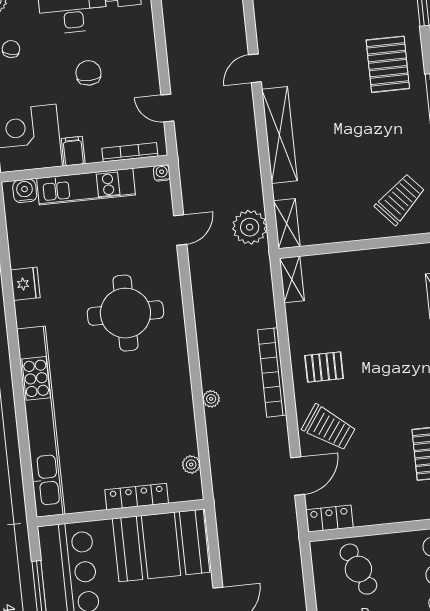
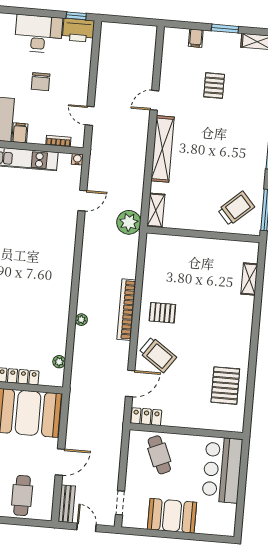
pallet: (388, 64) -> (214, 86), moved, width x0.67, depth x0.71
chair: (88, 73) -> (41, 82), turned 180
bookcase: (130, 152) -> (58, 141), width x0.64
plant: (250, 227) -> (129, 222), moved
shelving: (292, 279) -> (152, 249), removed
round table: (125, 313) -> (34, 250), removed

